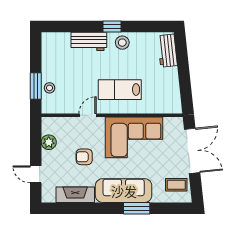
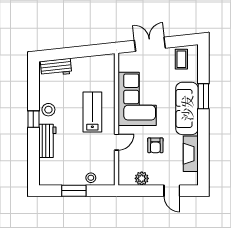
window: (36, 86) -> (74, 191), moved
lab bench: (120, 90) -> (92, 112), turned 180
door: (88, 115) -> (116, 142), swing flipped
double door: (192, 151) -> (150, 44), width x0.73
door: (36, 174) -> (172, 191), hinge flipped

